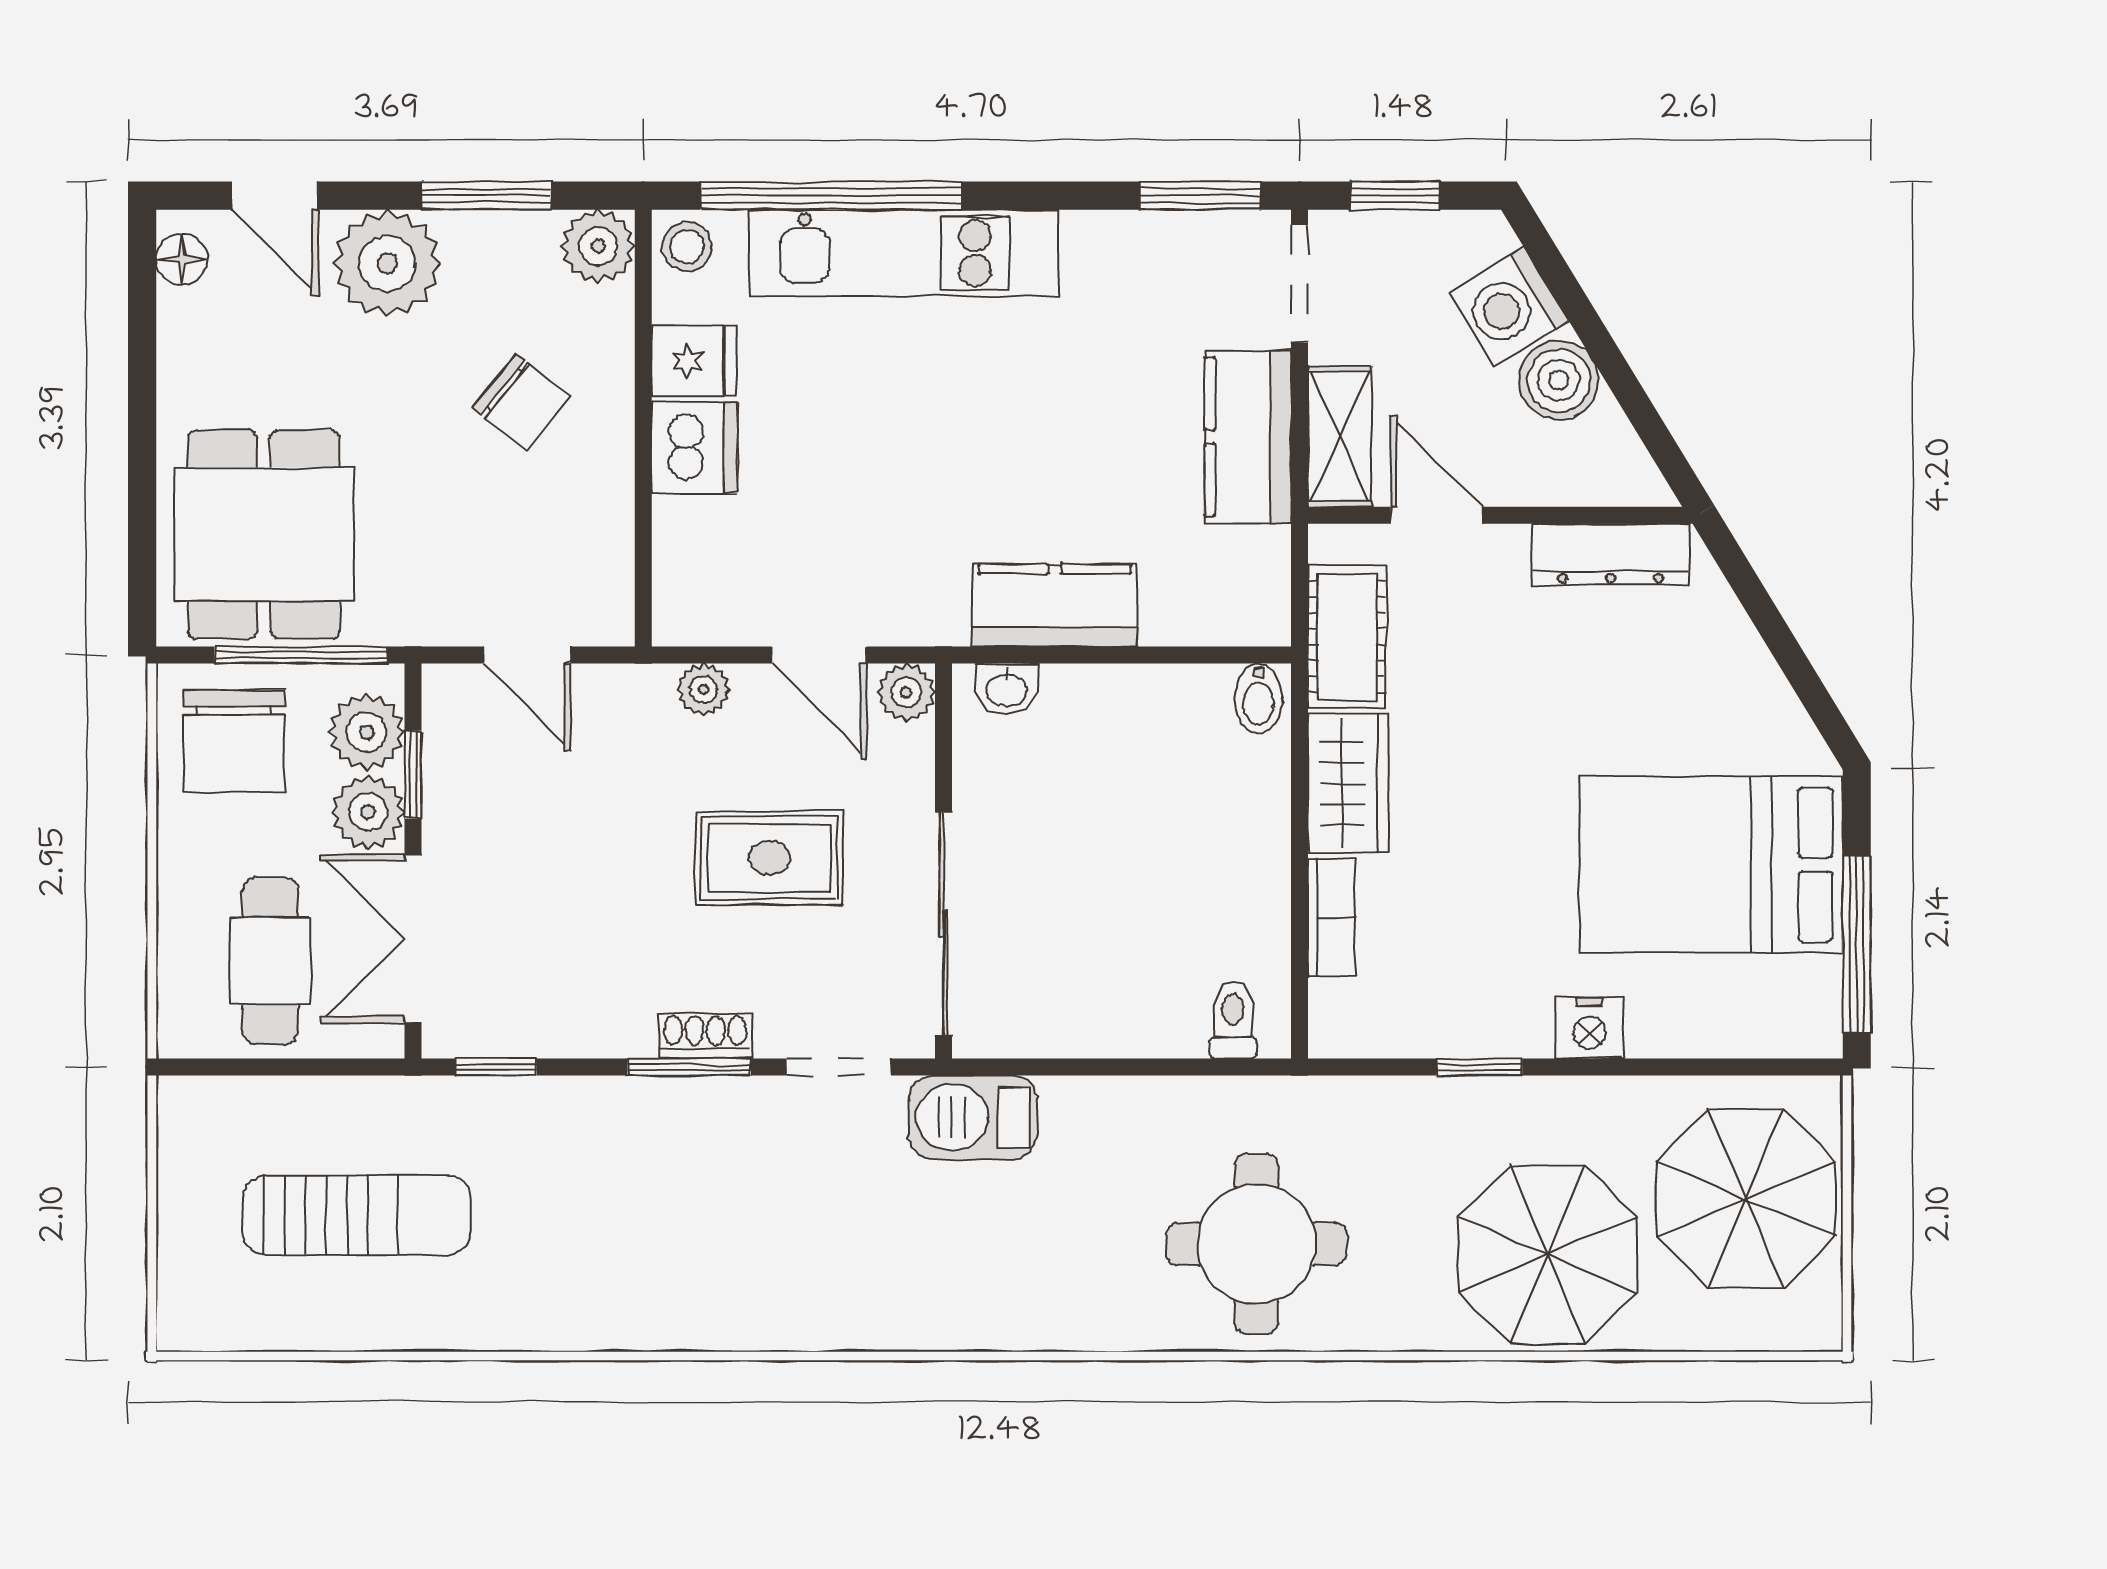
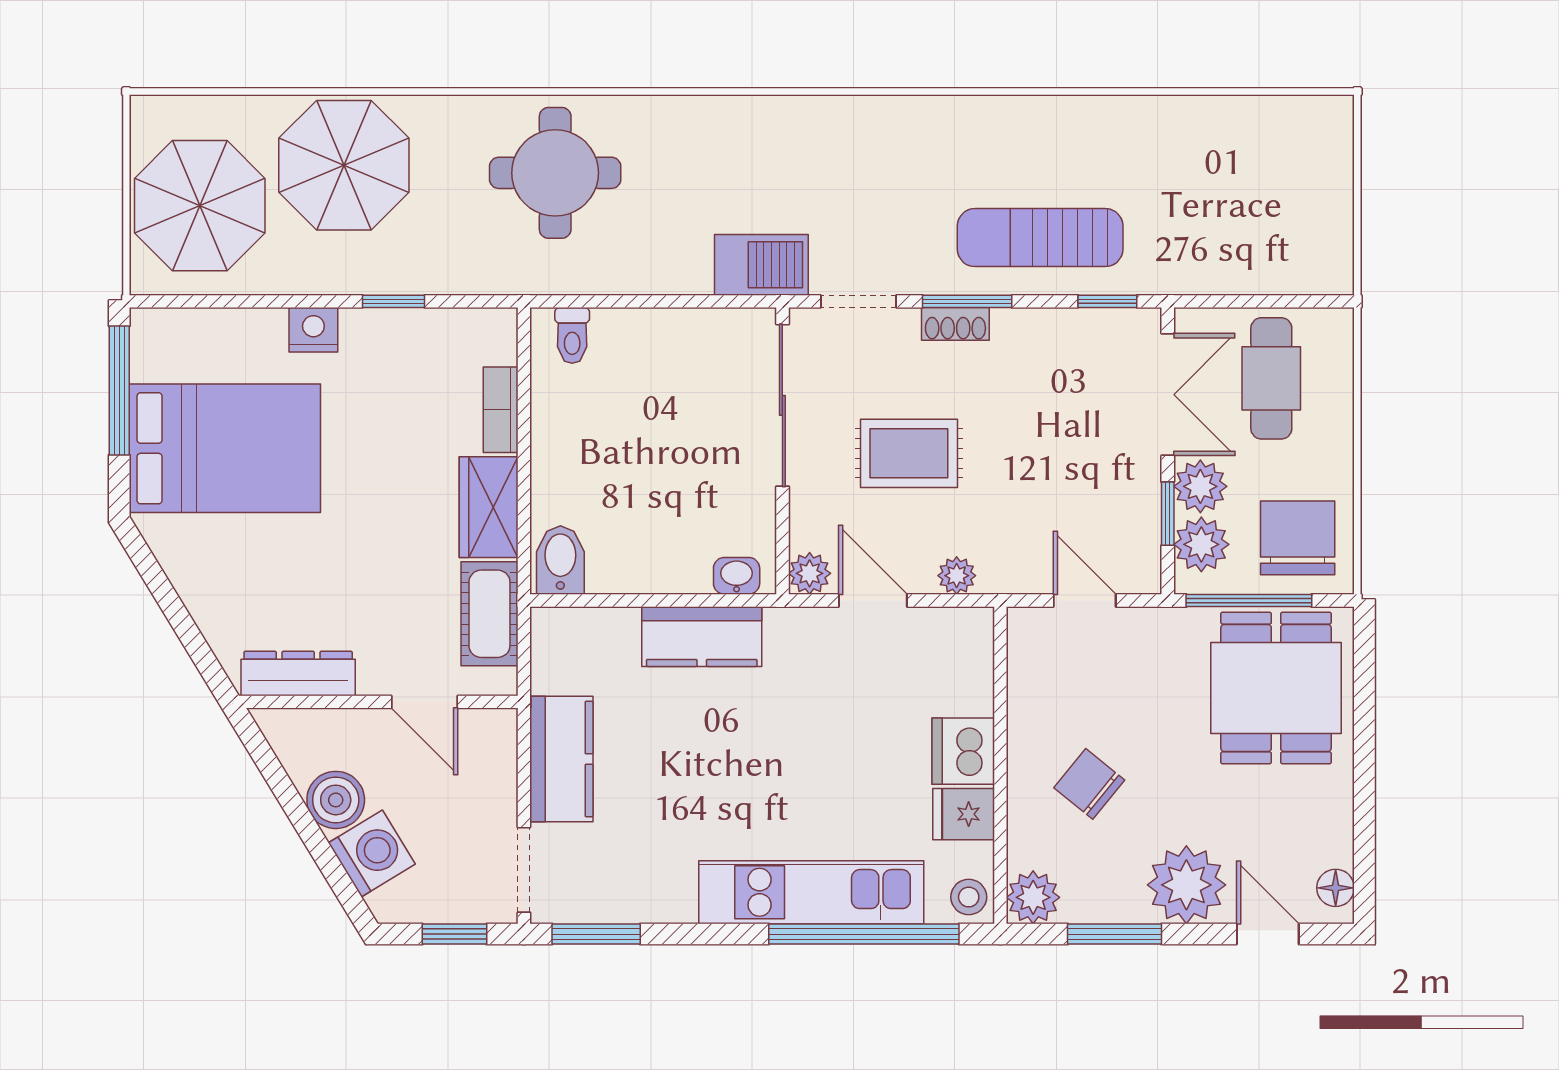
shelving: (1340, 437) -> (495, 759), removed
bidet: (1258, 698) -> (560, 560), width x1.38, depth x1.36
sun lounger: (357, 1215) -> (1040, 238), moved

